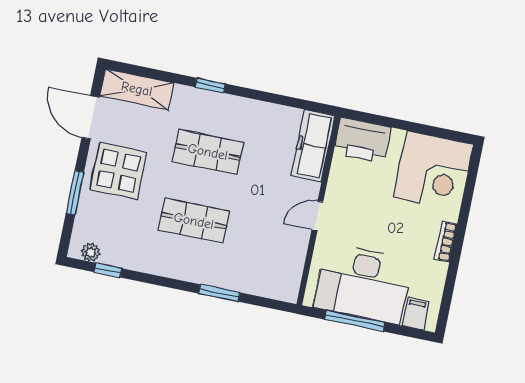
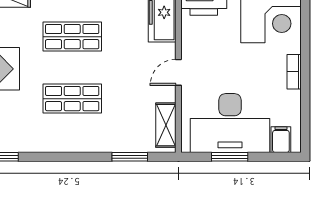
shelving: (292, 271) -> (166, 125), added
window: (219, 293) -> (130, 157), moved
window: (355, 321) -> (230, 157), width x0.69

